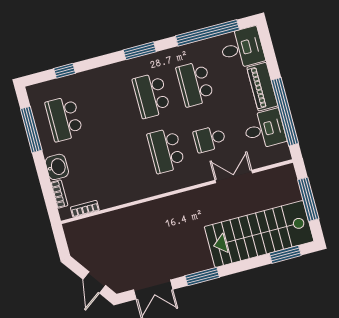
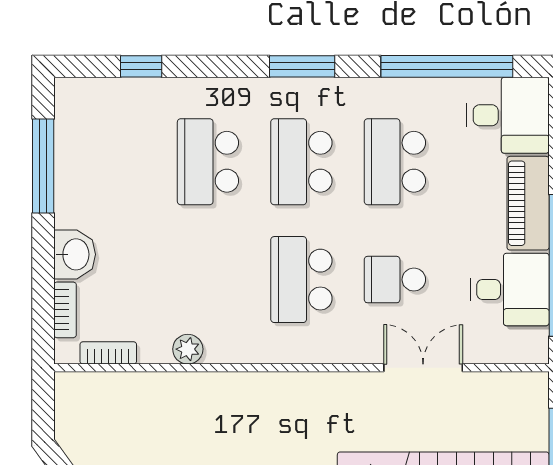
school desk: (64, 119) -> (208, 162), moved
plant: (122, 197) -> (188, 349), added

